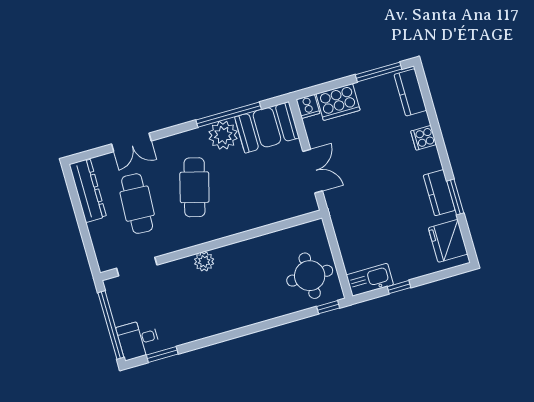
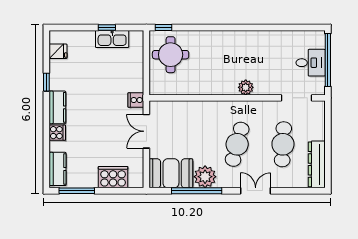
cooker: (308, 106) -> (136, 100), moved, turned -90
double door: (131, 142) -> (256, 191), moved
kitchen counter: (439, 193) -> (57, 107), moved
window: (455, 197) -> (46, 82), width x0.67
fridge: (448, 241) -> (58, 51), width x0.53, depth x0.75
kitchen sink: (370, 280) -> (112, 39), moved
desk: (138, 339) -> (311, 63), moved
window: (162, 354) -> (296, 27), removed

